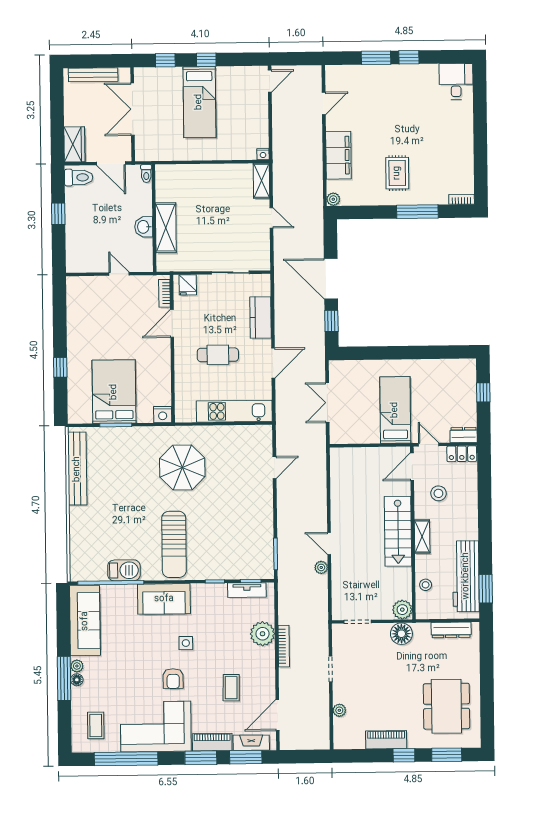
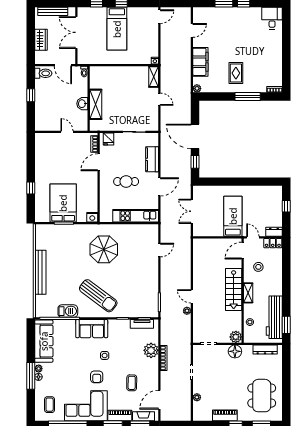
wardrobe: (74, 144) -> (41, 40), moved
bench: (77, 469) -> (40, 272), moved
sun lounger: (174, 544) -> (98, 296), turned -53

